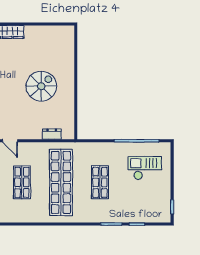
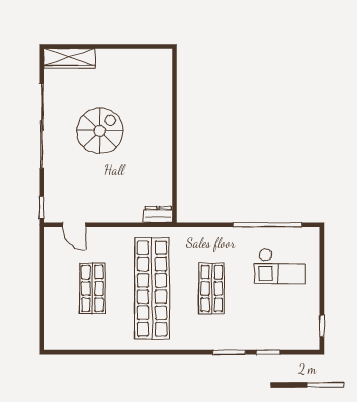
spiral stairs: (41, 86) -> (100, 131), moved
dresser: (52, 134) -> (158, 215), moved
checkout: (145, 168) -> (280, 266), turned 180

